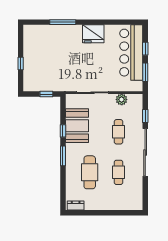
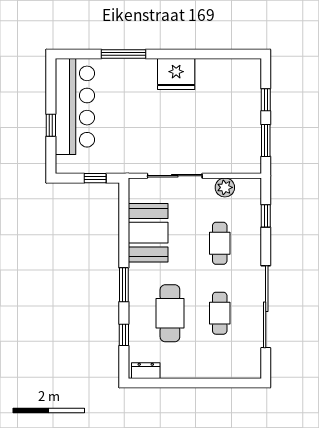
bar counter: (131, 53) -> (75, 107), moved, turned 180
window: (63, 131) -> (124, 335), moved
sliding door: (145, 152) -> (266, 307), moved

